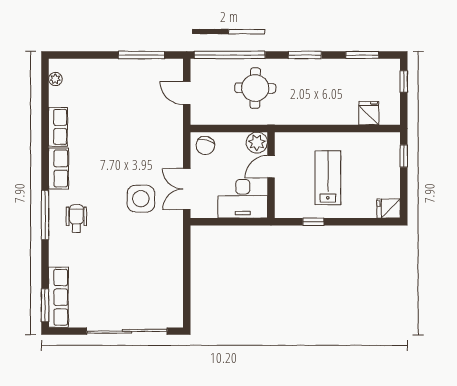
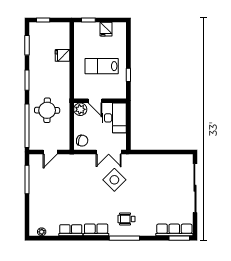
fridge: (369, 113) -> (62, 55), moved
side table: (141, 199) -> (114, 180), turned 45
fridge: (389, 209) -> (106, 29), moved

